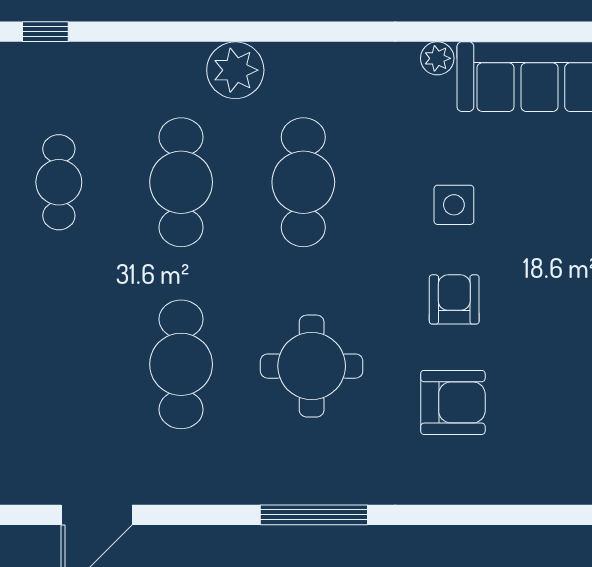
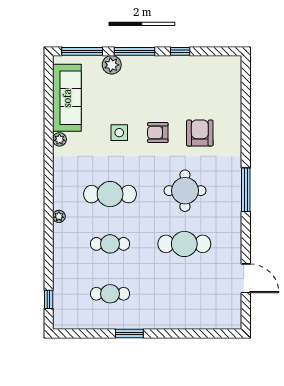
plant: (235, 70) -> (59, 216), width x0.53, depth x0.53
cafe table: (181, 182) -> (110, 244), width x0.73, depth x0.74

